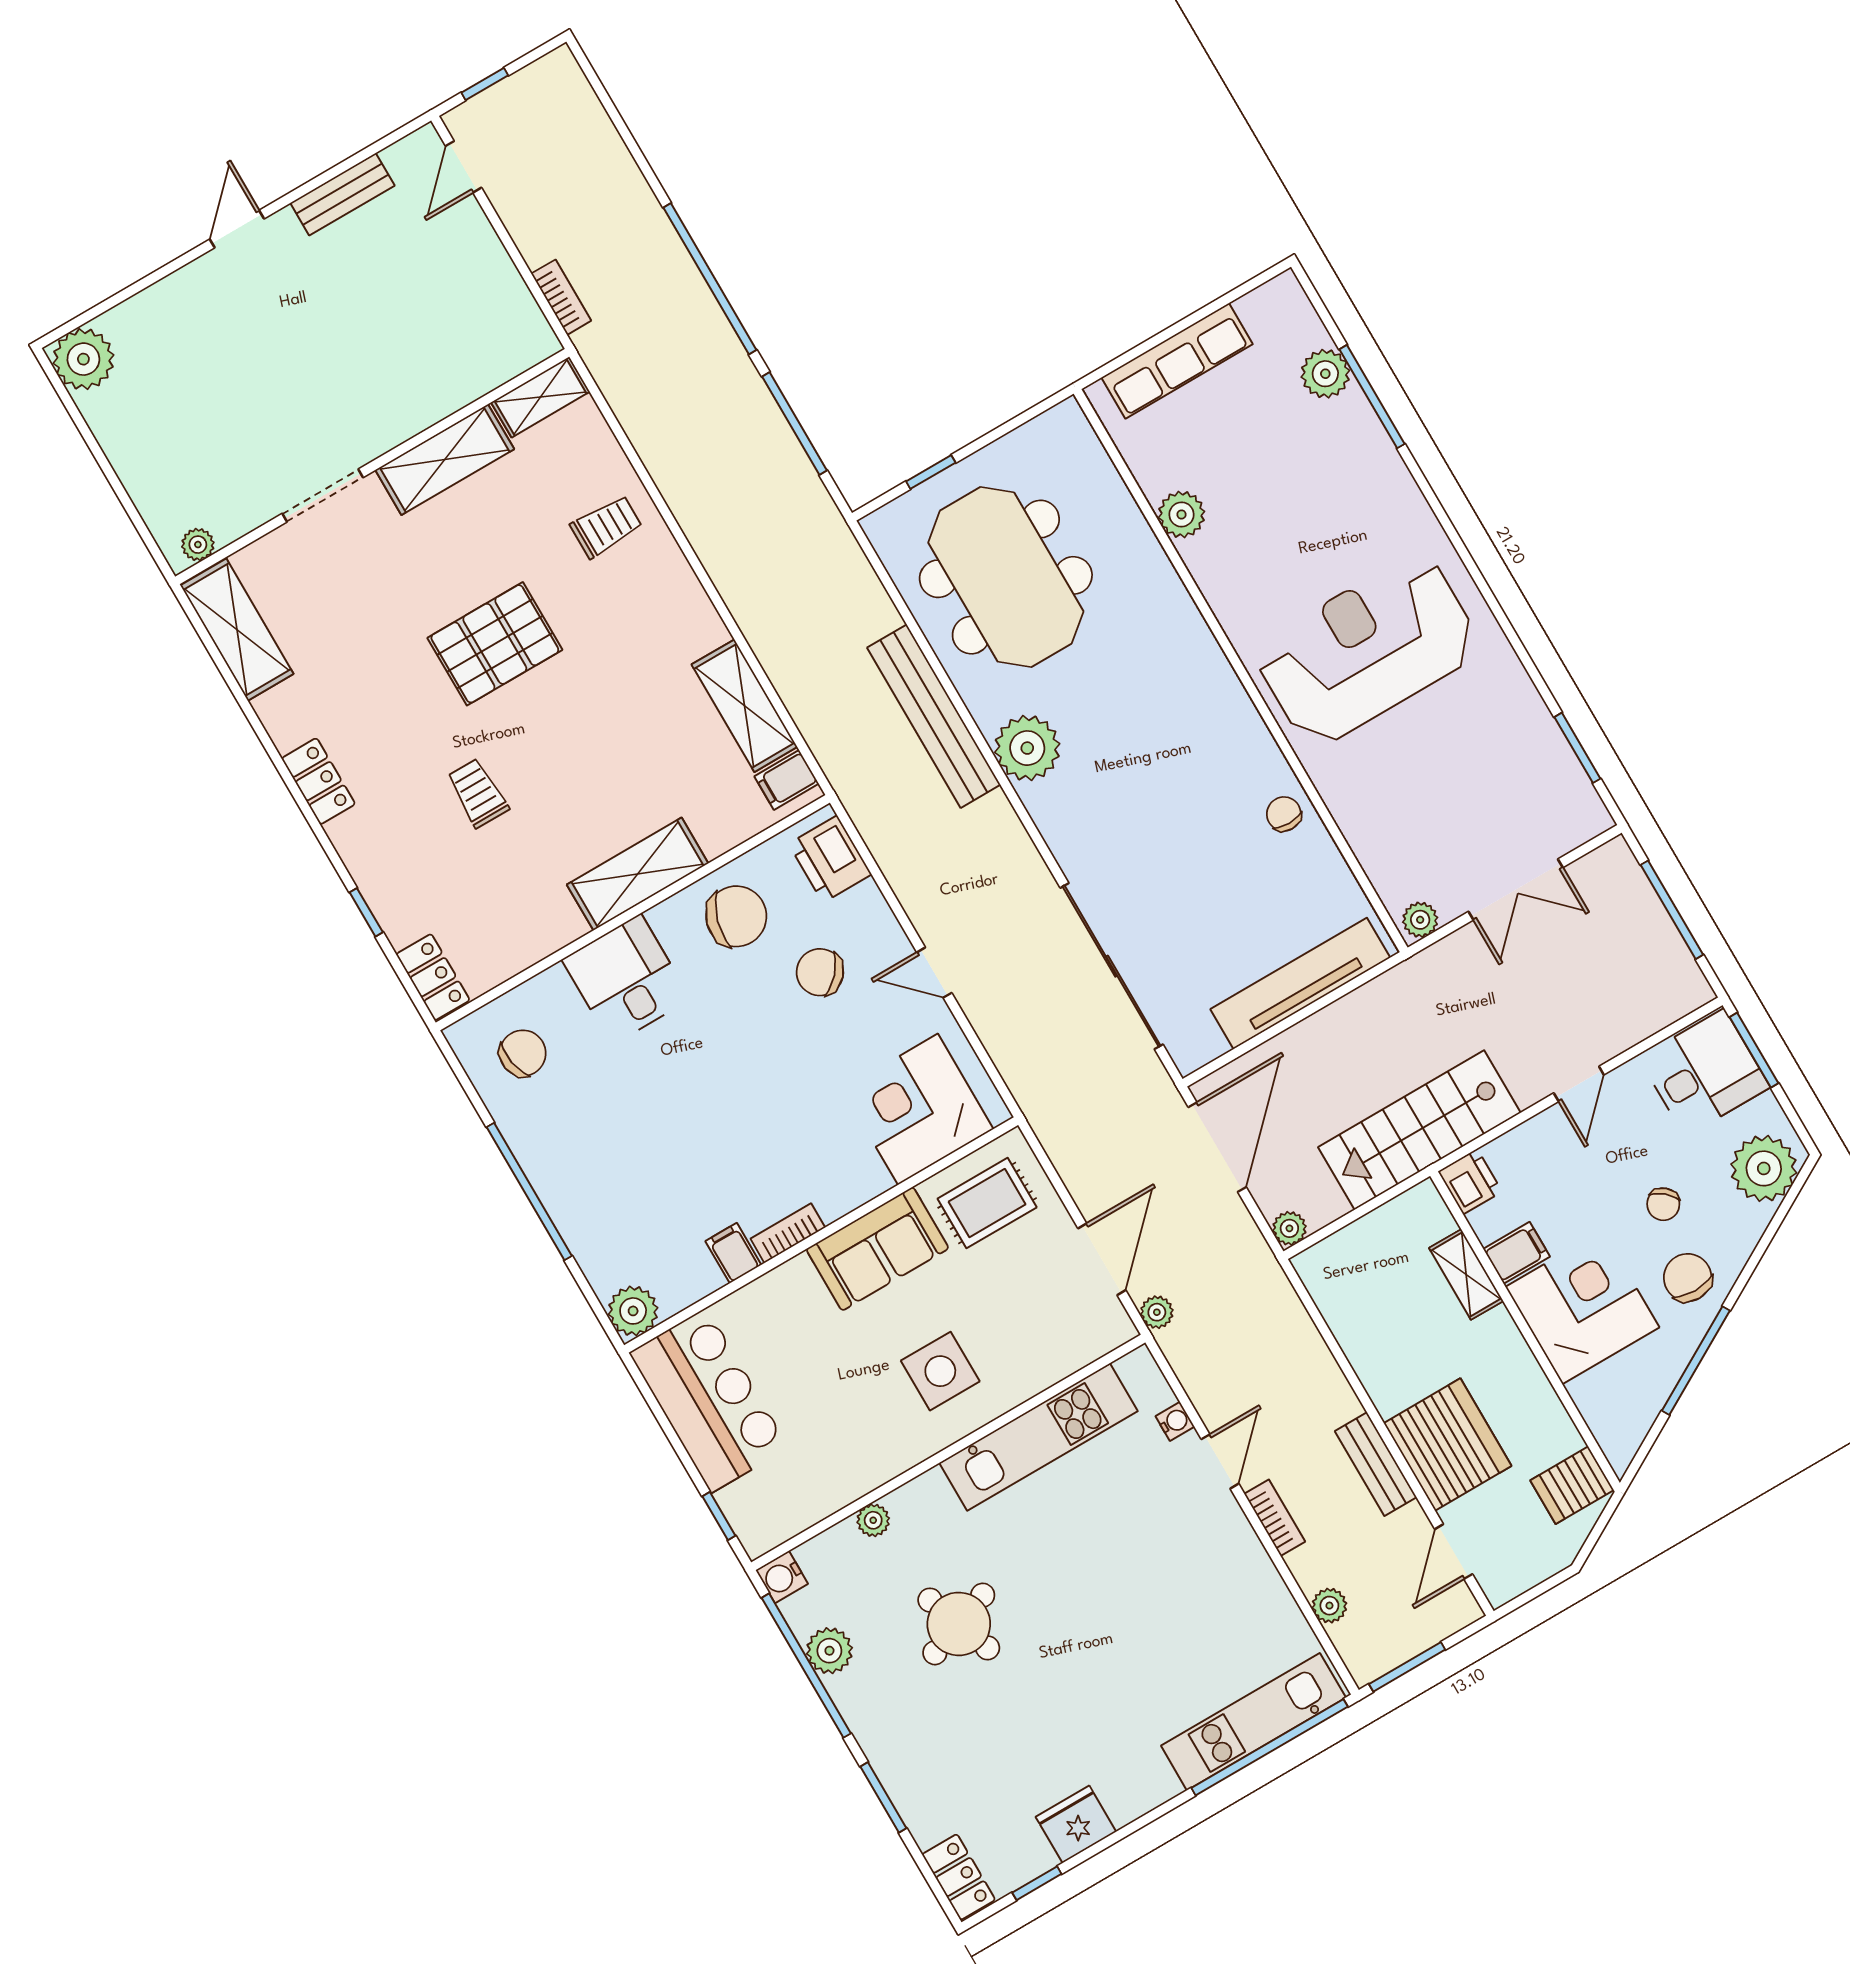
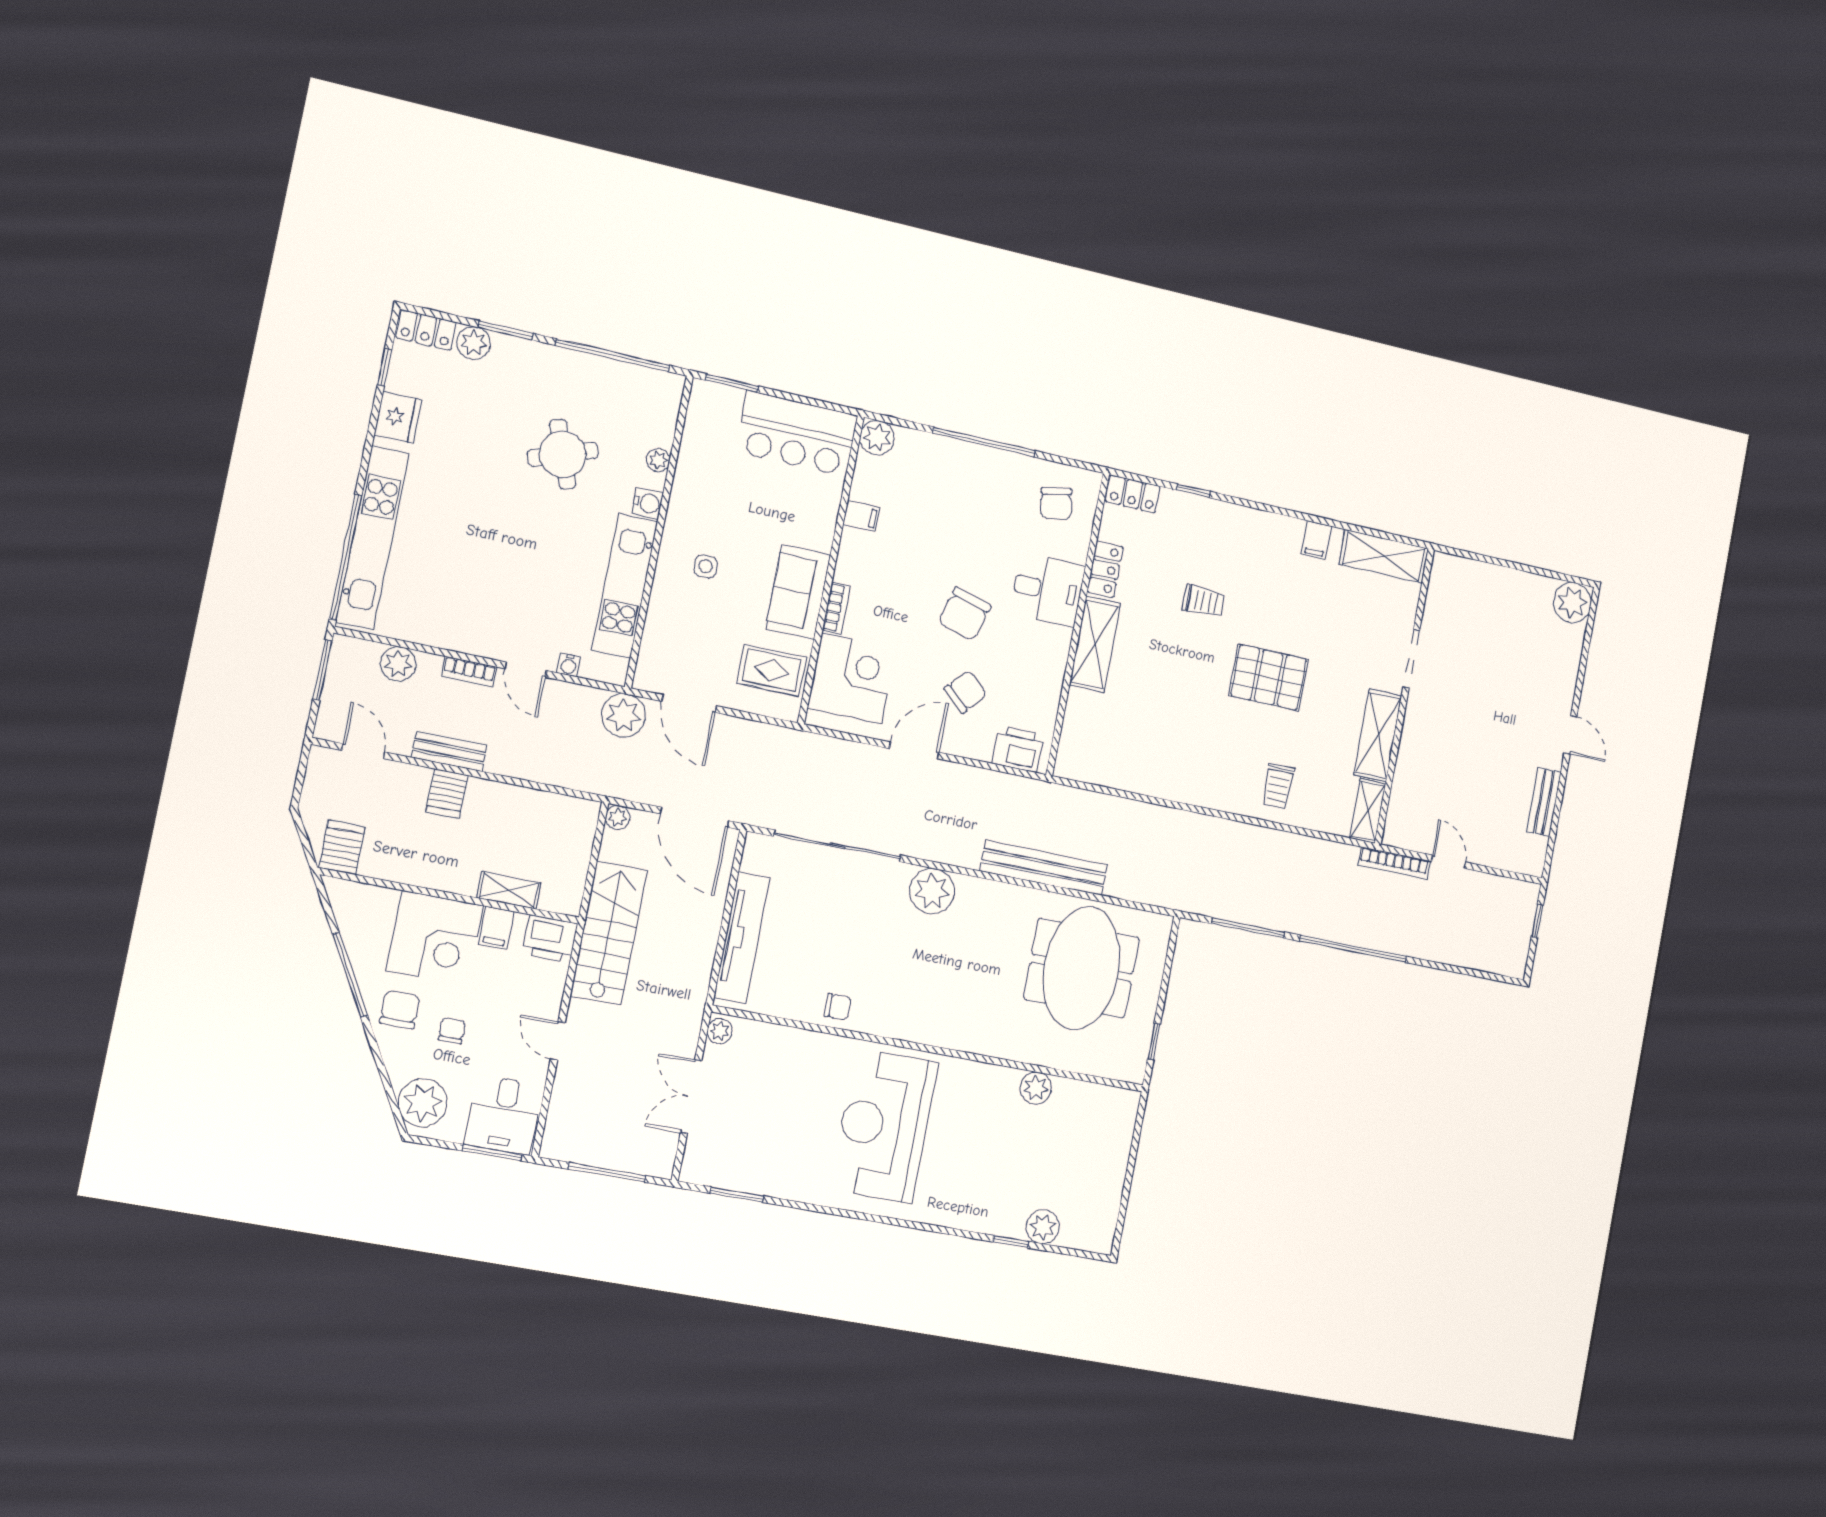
door: (463, 167) -> (1449, 862), moved
bookcase: (561, 297) -> (1394, 863), width x1.56
row of seats: (1177, 361) -> (1114, 1154), removed
window: (1372, 397) -> (1011, 1242), width x0.46
window: (931, 472) -> (1154, 1042), moved
plant: (198, 545) -> (1440, 575), removed
meeting table: (1006, 577) -> (1082, 968), turned 90
pallet: (495, 644) -> (1269, 677), turned 90
reception desk: (1367, 650) -> (884, 1126), turned 180
shelving: (744, 706) -> (1132, 775), removed
plant: (1027, 748) -> (932, 891), moved
filing cabinet: (787, 780) -> (1316, 540), moved, turned 180
locker: (318, 781) -> (1105, 569), moved, turned -90
chair: (736, 916) -> (964, 614), moved
door: (934, 973) -> (914, 750), width x1.38
printer: (1470, 1182) -> (550, 939), width x1.36, depth x1.24
rug: (987, 1203) -> (772, 670), turned 90
chair: (1663, 1204) -> (452, 1031), turned 50
bookcase: (788, 1233) -> (836, 608), moved
chair: (1688, 1278) -> (400, 1009), turned -90
plant: (1157, 1312) -> (623, 715), width x1.88, depth x1.88
side table: (940, 1371) -> (705, 566), width x0.54, depth x0.54
server rack: (1448, 1445) -> (447, 794), width x0.46, depth x0.70
window: (719, 1516) -> (732, 383), width x1.50
water cooler: (782, 1577) -> (648, 503), moved, turned 90
plant: (1329, 1606) -> (398, 664), width x1.38, depth x1.38
plant: (829, 1651) -> (474, 343), moved
kitchen unit: (1253, 1722) -> (372, 538), width x1.36

